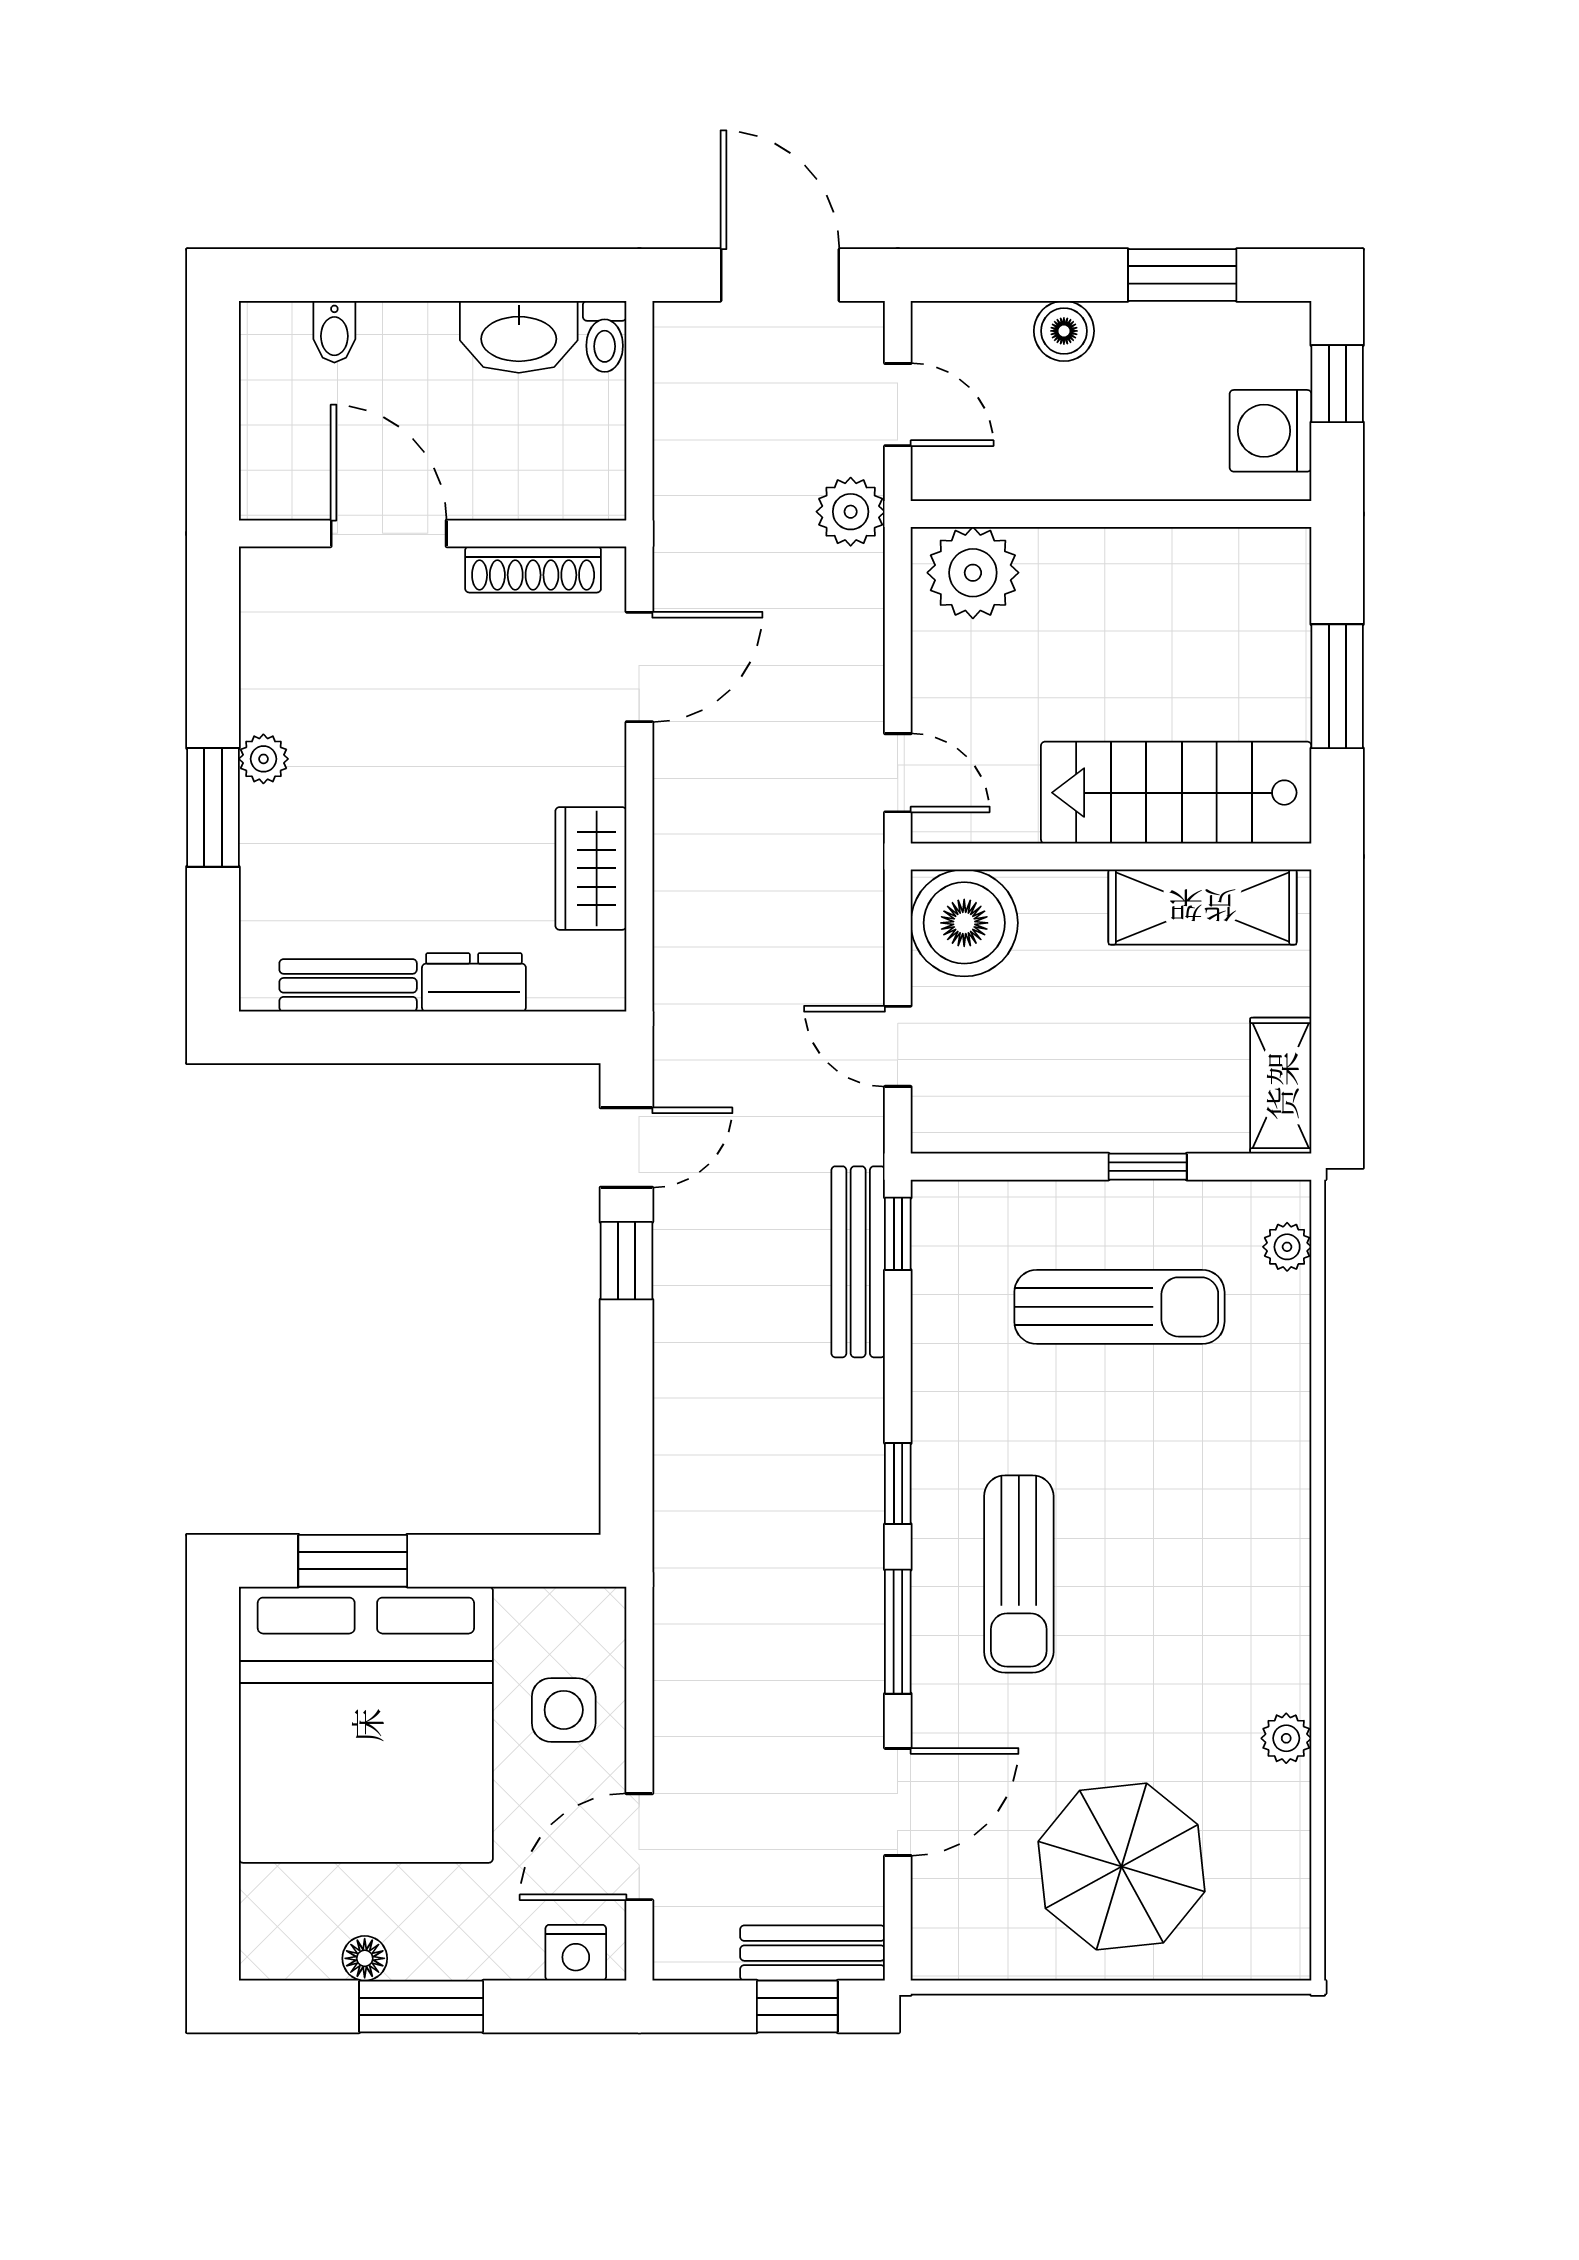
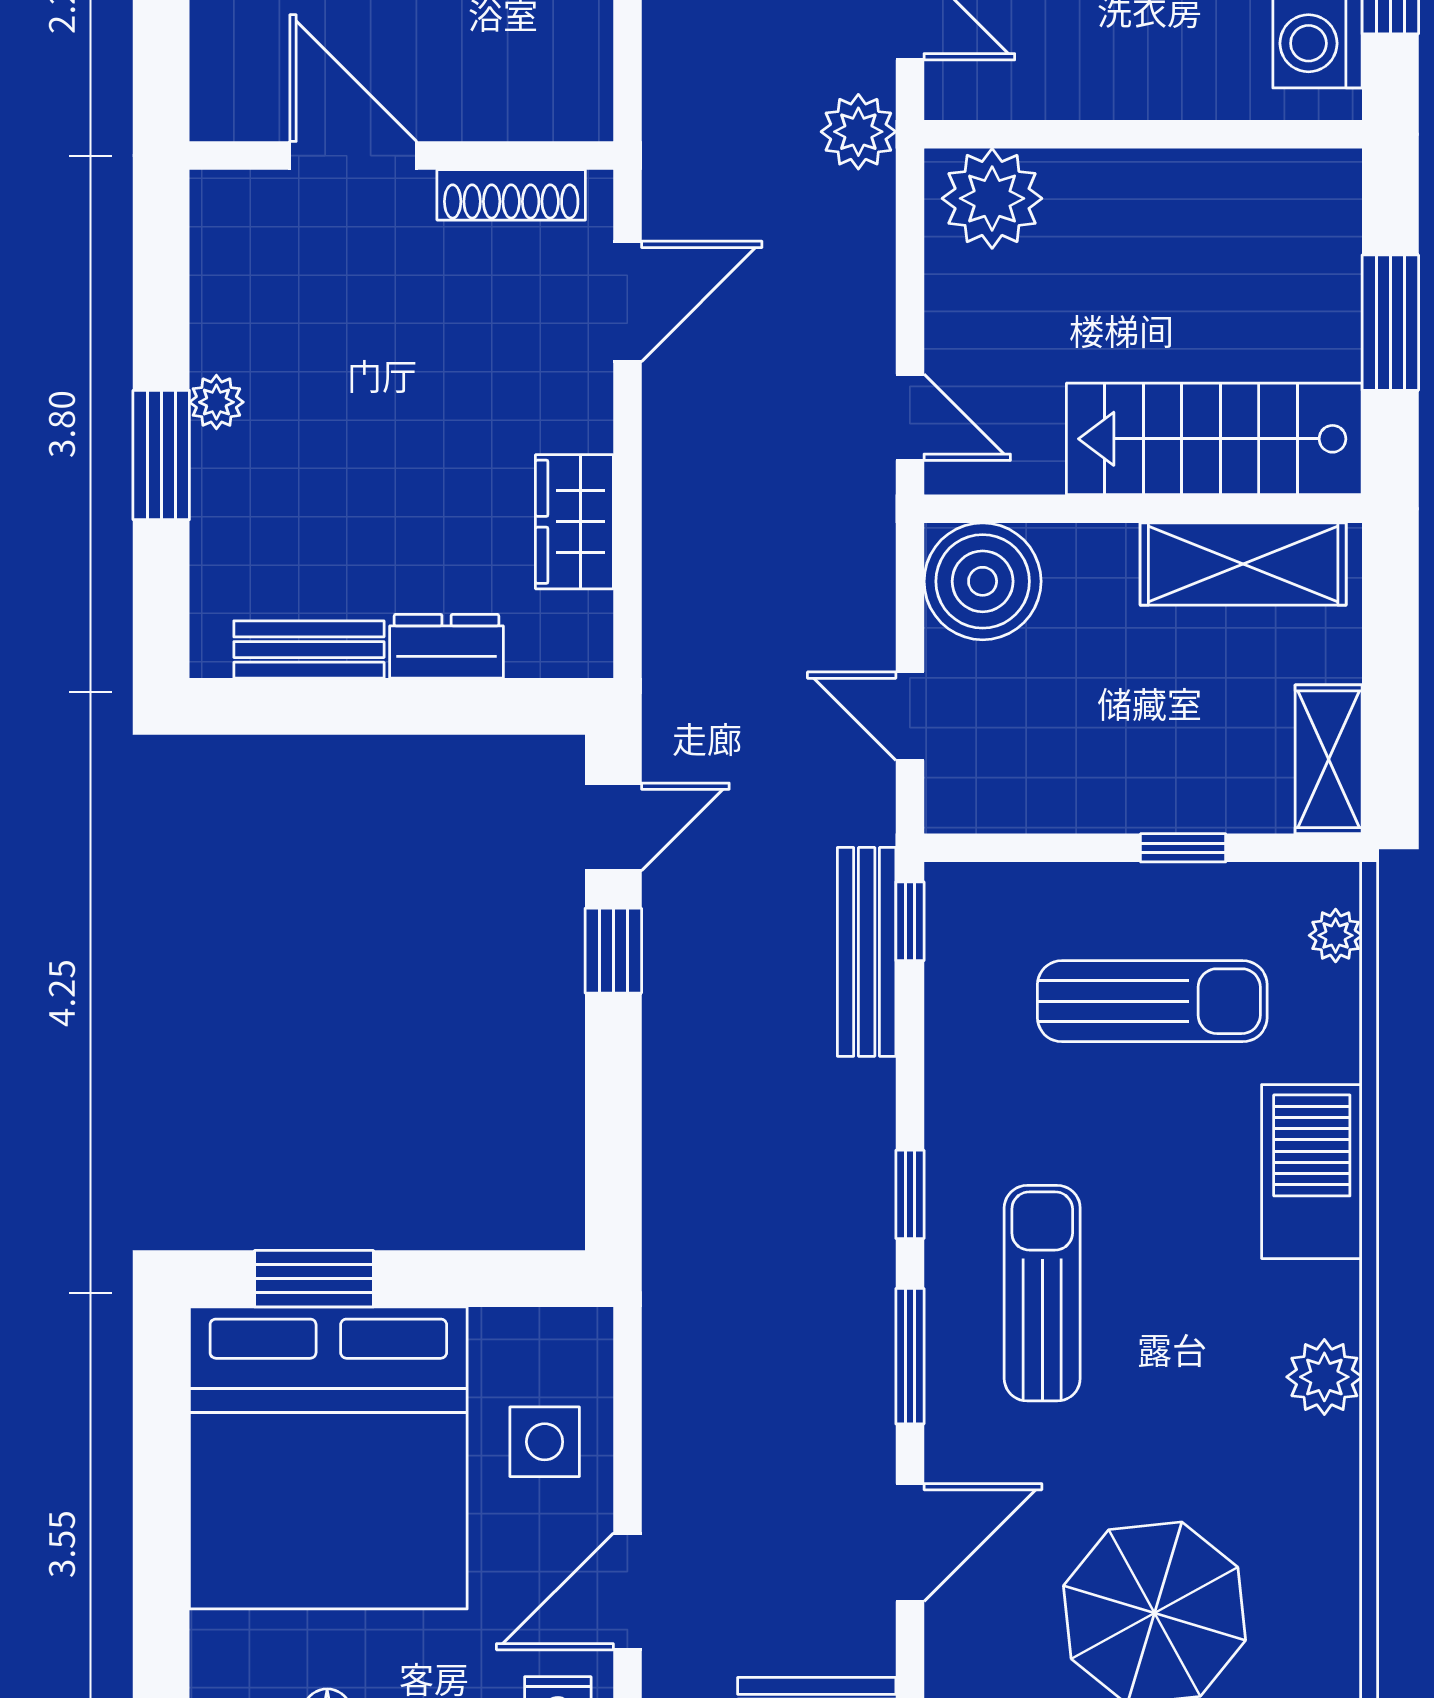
barbecue: (1265, 1463) -> (1312, 1172), added
sun lounger: (1019, 1574) -> (1042, 1293), turned 180
plant: (1286, 1738) -> (1324, 1377), moved, width x1.38, depth x1.38

